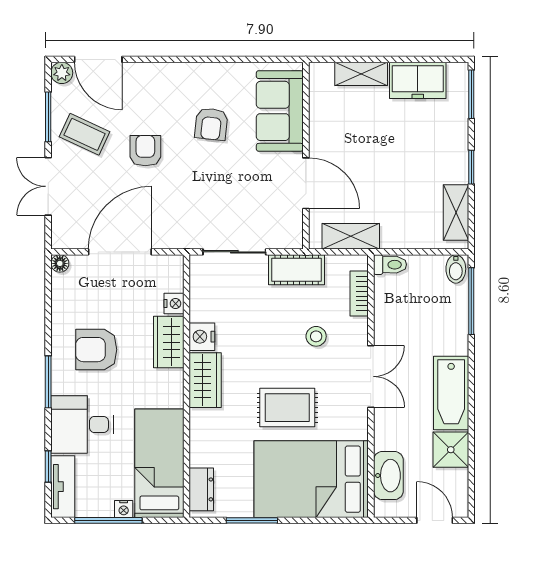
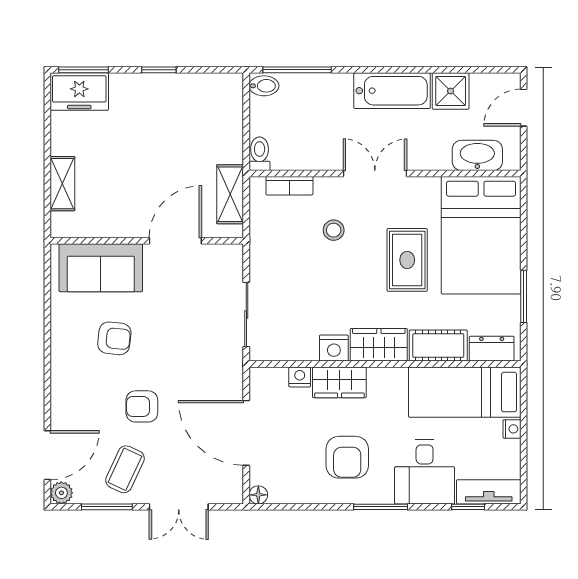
freezer: (418, 80) -> (79, 92), moved, turned 90
shelving: (456, 213) -> (206, 86), removed
cot: (296, 270) -> (438, 346), moved, turned 90
window: (108, 520) -> (524, 445), removed

